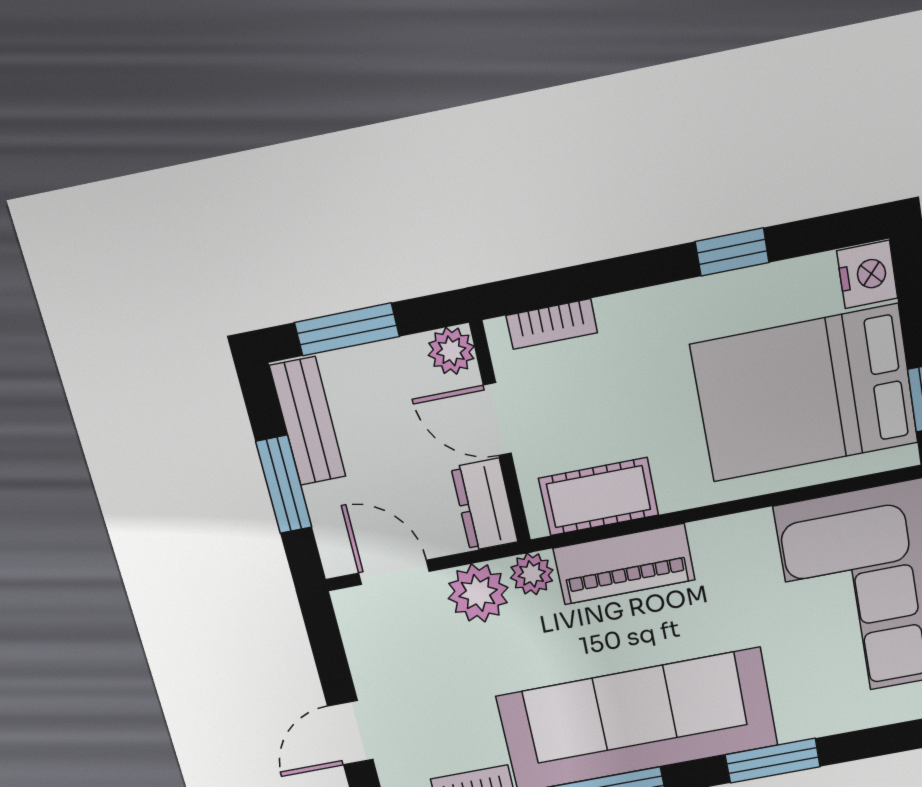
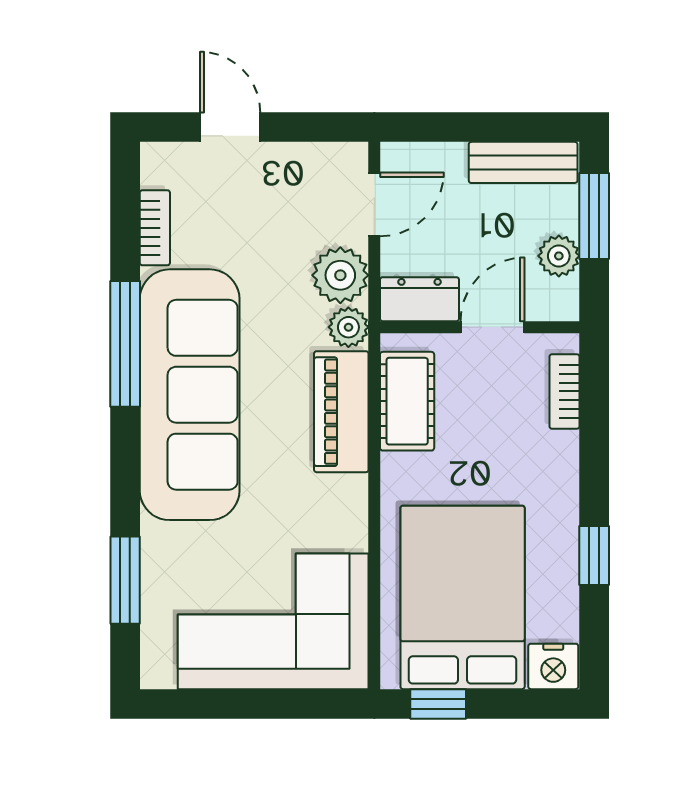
plant: (451, 351) -> (559, 256), moved
window: (284, 484) -> (472, 127), removed
window: (773, 761) -> (125, 580), moved

